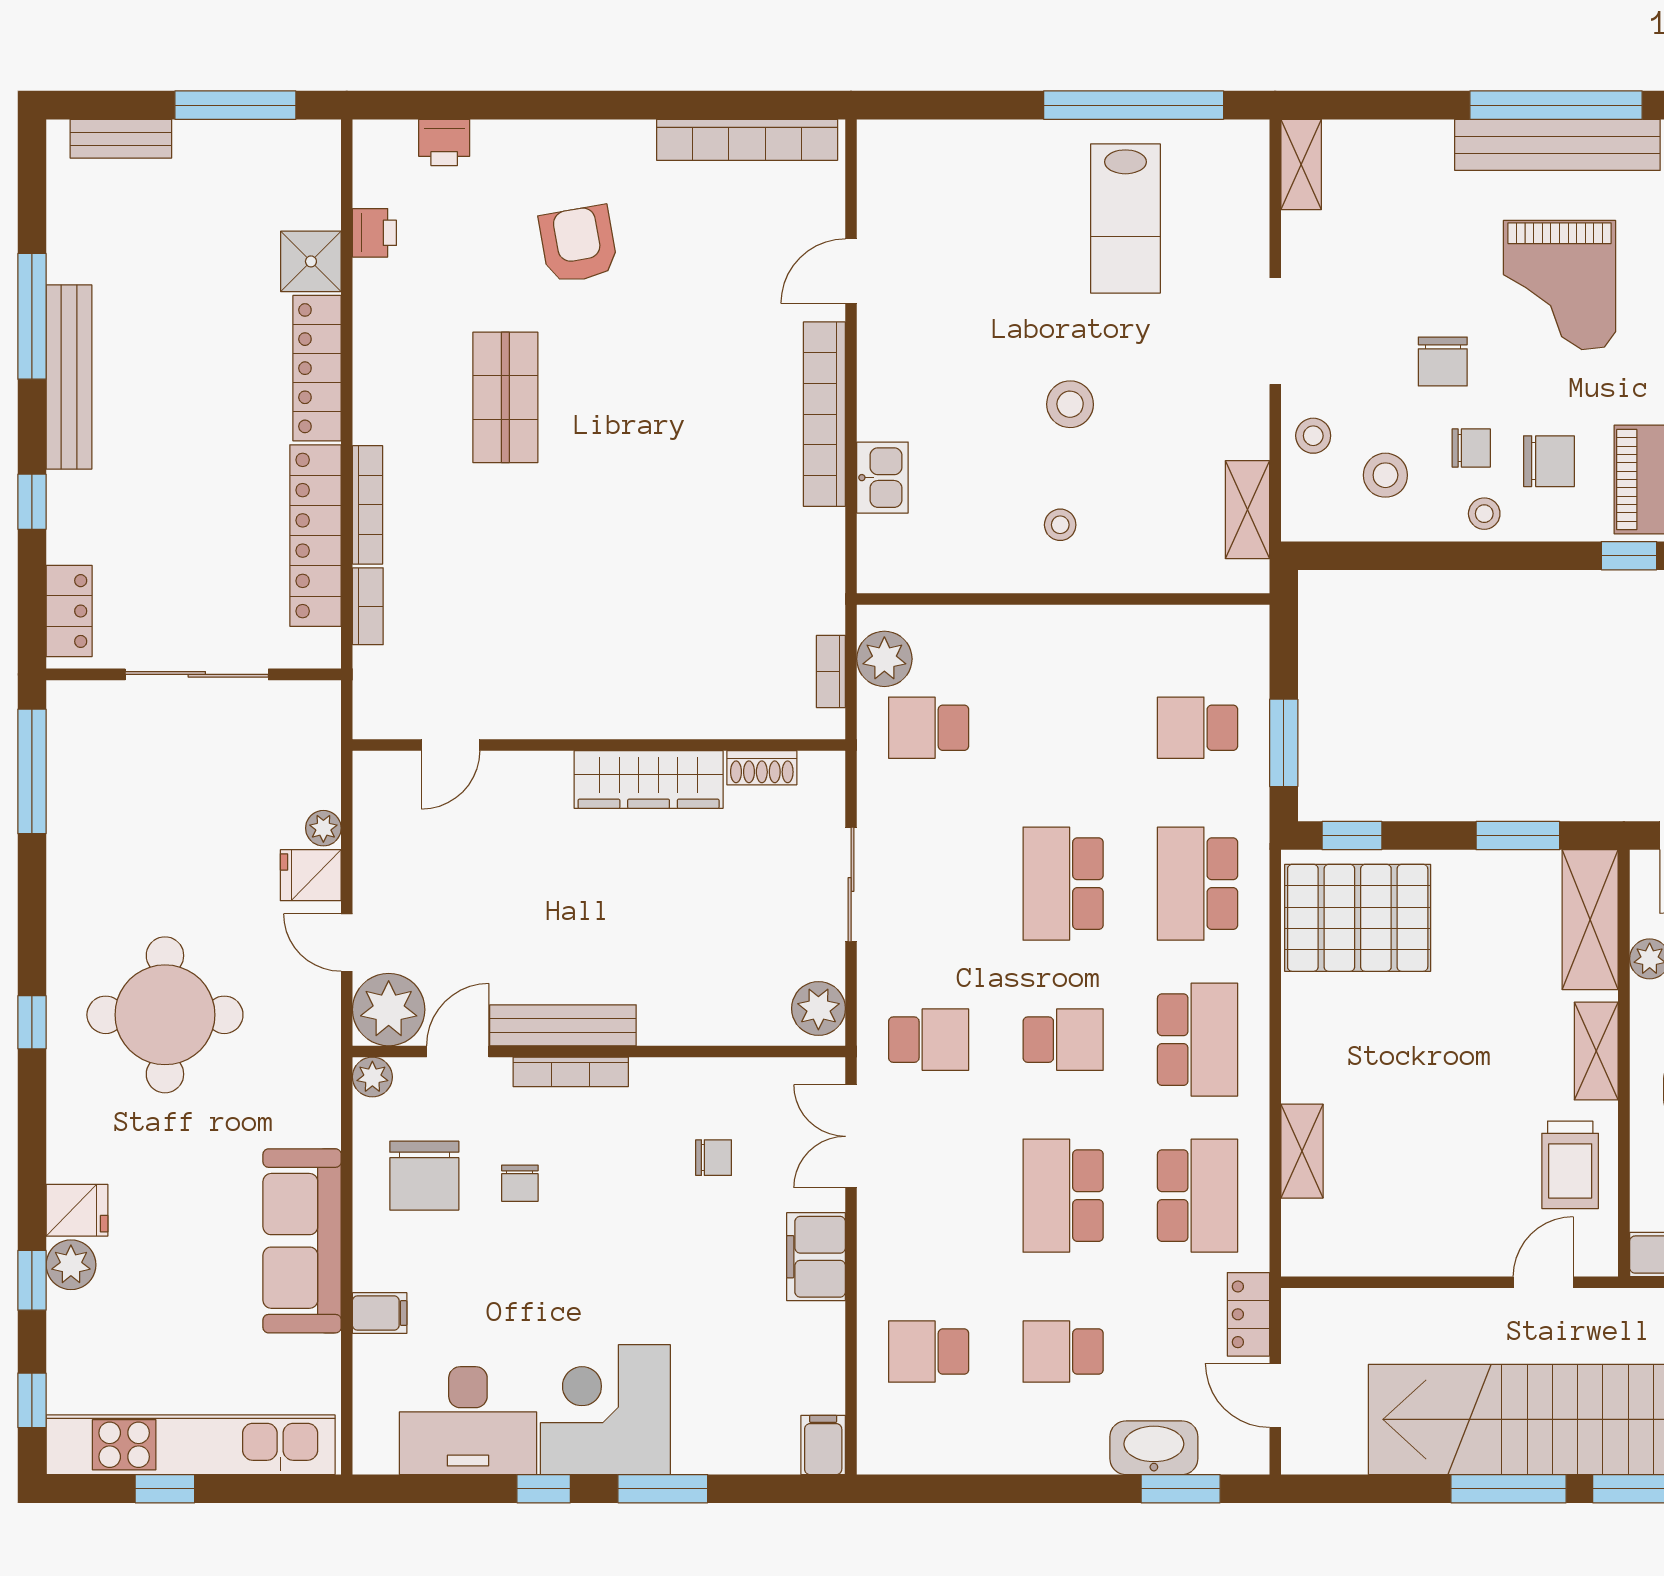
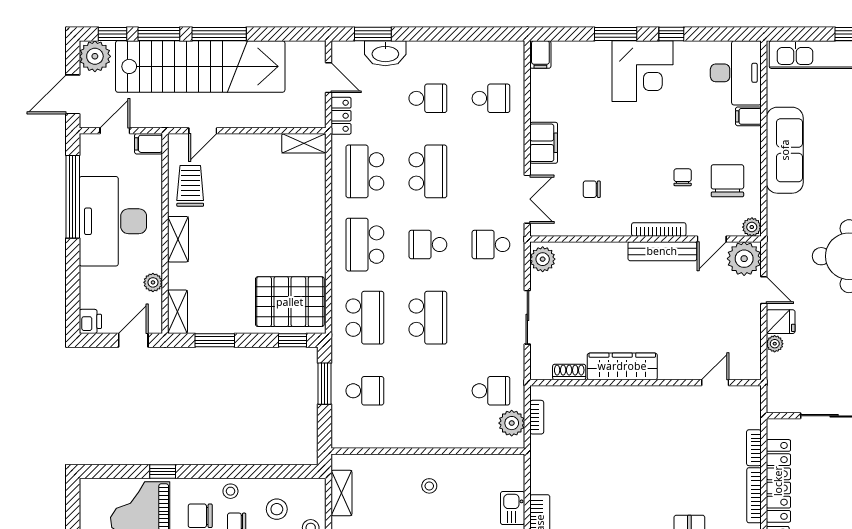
shelving: (1590, 920) -> (177, 312), width x0.67, depth x0.75
shelving: (1302, 1151) -> (304, 143), moved, turned 90
desk: (468, 1421) -> (736, 73), moved, turned 90

